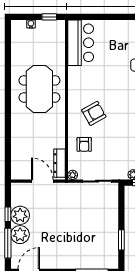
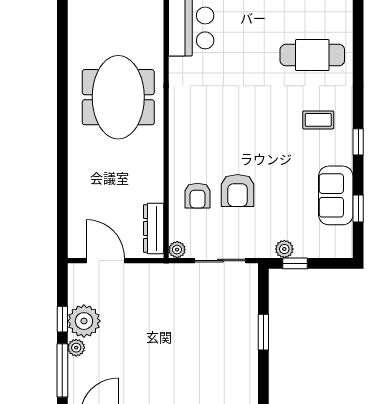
armchair: (94, 113) -> (238, 191), moved, turned 119
door: (42, 181) -> (105, 261), moved
plant: (20, 235) -> (76, 348), width x0.53, depth x0.53
window: (121, 240) -> (263, 332), moved

